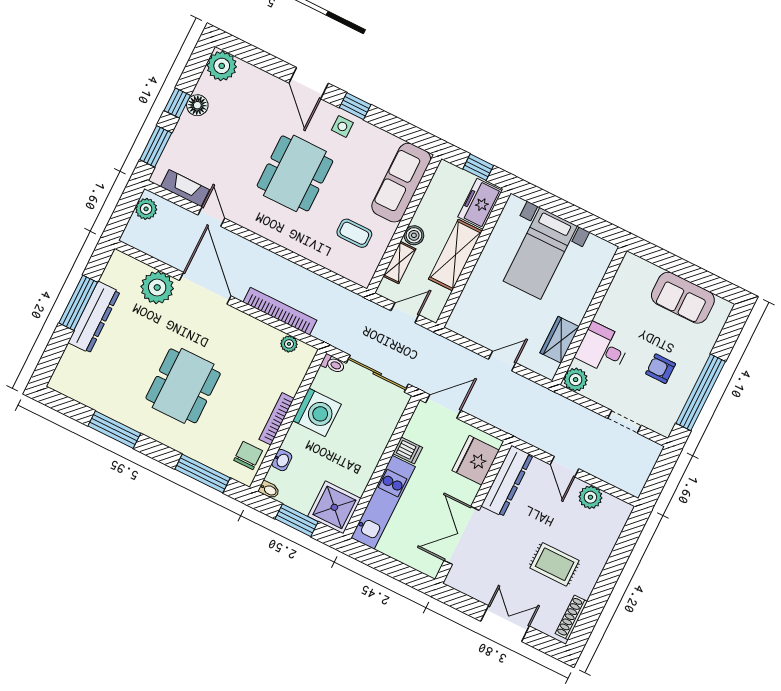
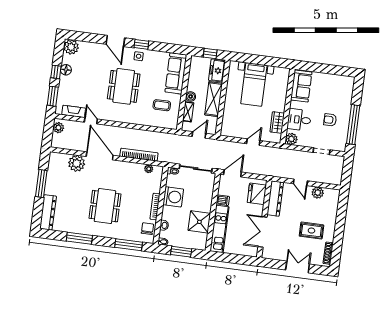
sofa: (683, 298) -> (301, 86), moved, turned -90
dresser: (94, 317) -> (48, 212), moved
shower: (334, 507) -> (199, 222), moved

